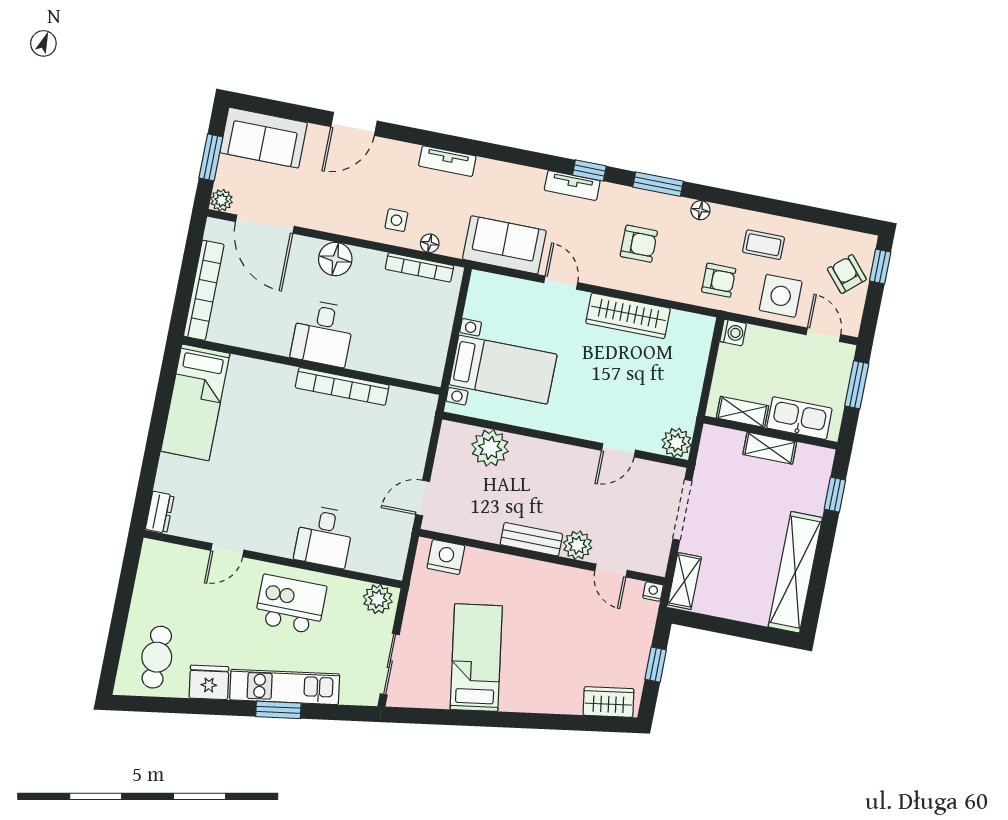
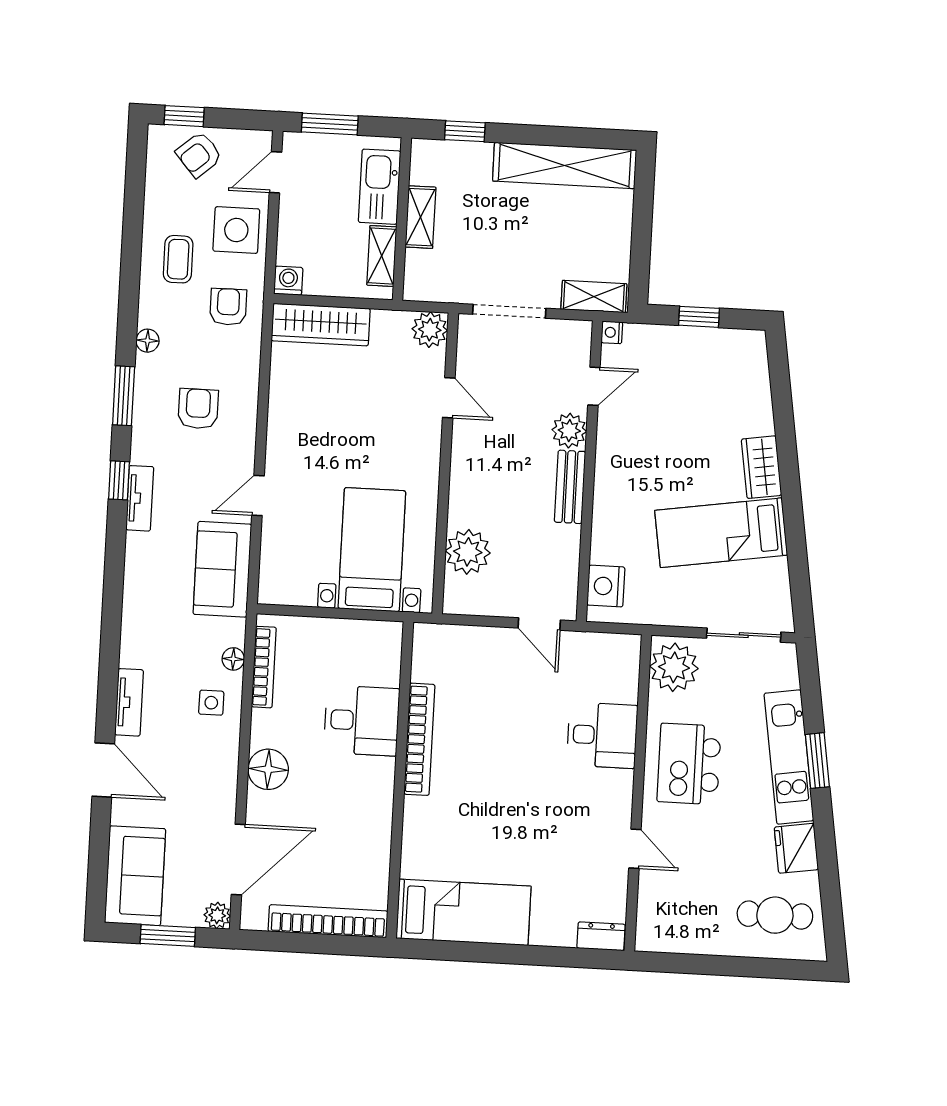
tv unit: (447, 161) -> (129, 702), moved
wardrobe: (628, 316) -> (321, 325), moved, turned 90
desk: (323, 333) -> (362, 721), moved
plant: (378, 599) -> (674, 667), width x1.36, depth x1.36
wardrobe: (609, 702) -> (761, 467), moved

